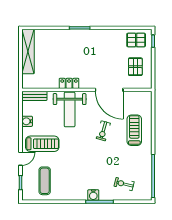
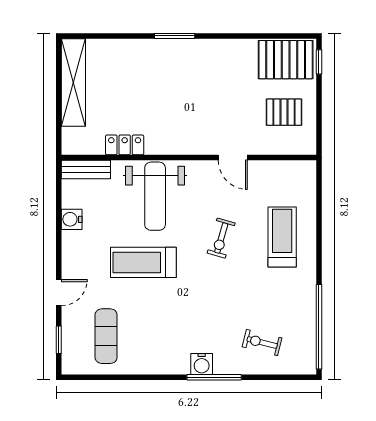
pallet: (136, 40) -> (286, 60), width x1.50, depth x1.42
pallet: (135, 67) -> (284, 112), turned 90
locker: (69, 83) -> (125, 145), moved
door: (109, 90) -> (233, 158), width x0.53
treadmill: (42, 144) -> (143, 262), moved, turned 180

